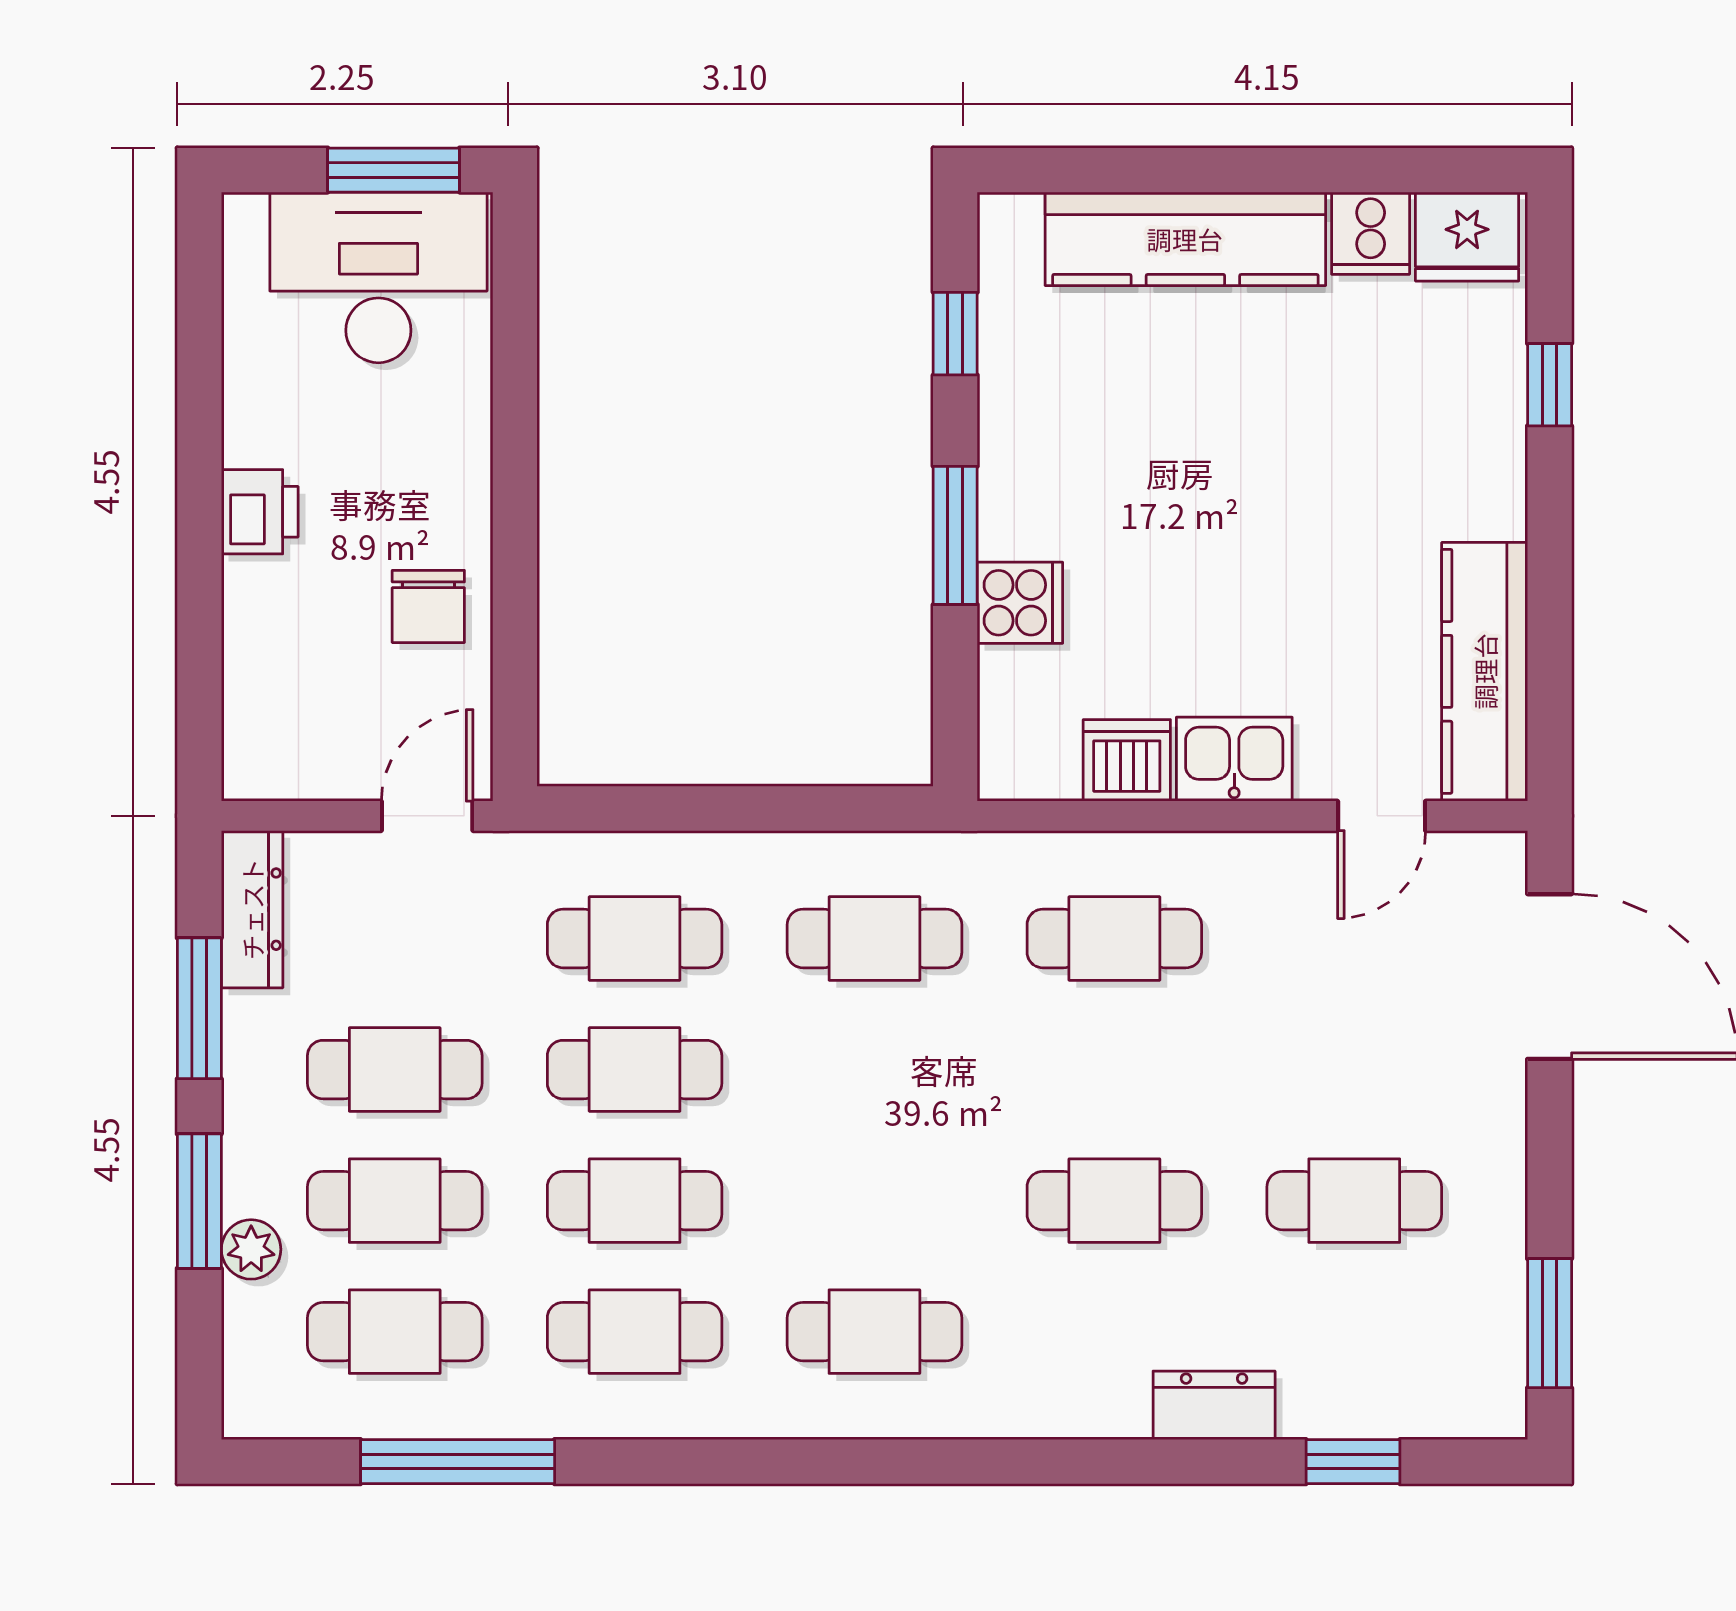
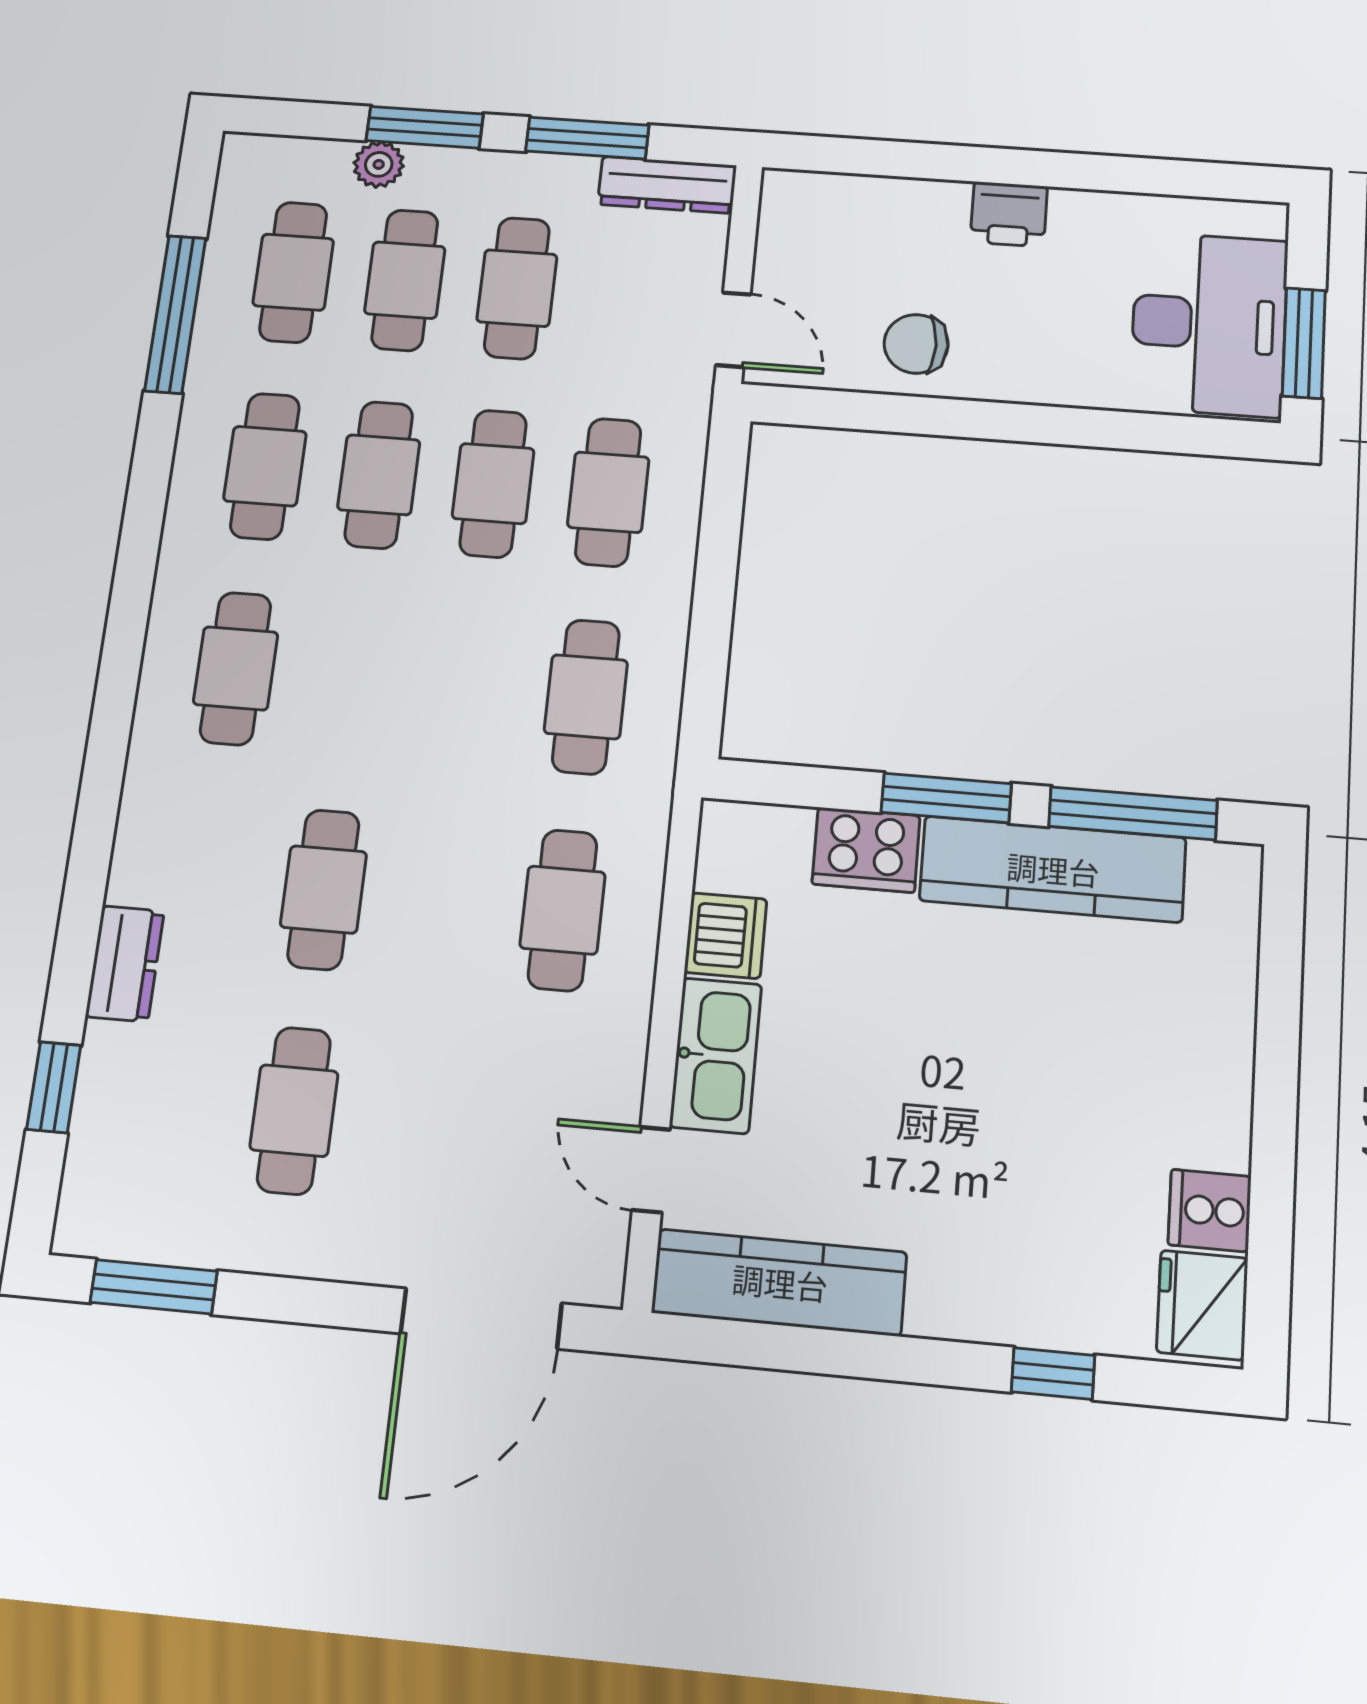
kitchen counter: (1185, 239) -> (1053, 869), moved, turned -90
window: (955, 334) -> (1133, 813), width x2.17
cooker: (1020, 603) -> (866, 850), width x1.36
kitchen sink: (1234, 759) -> (716, 1055), width x1.38

